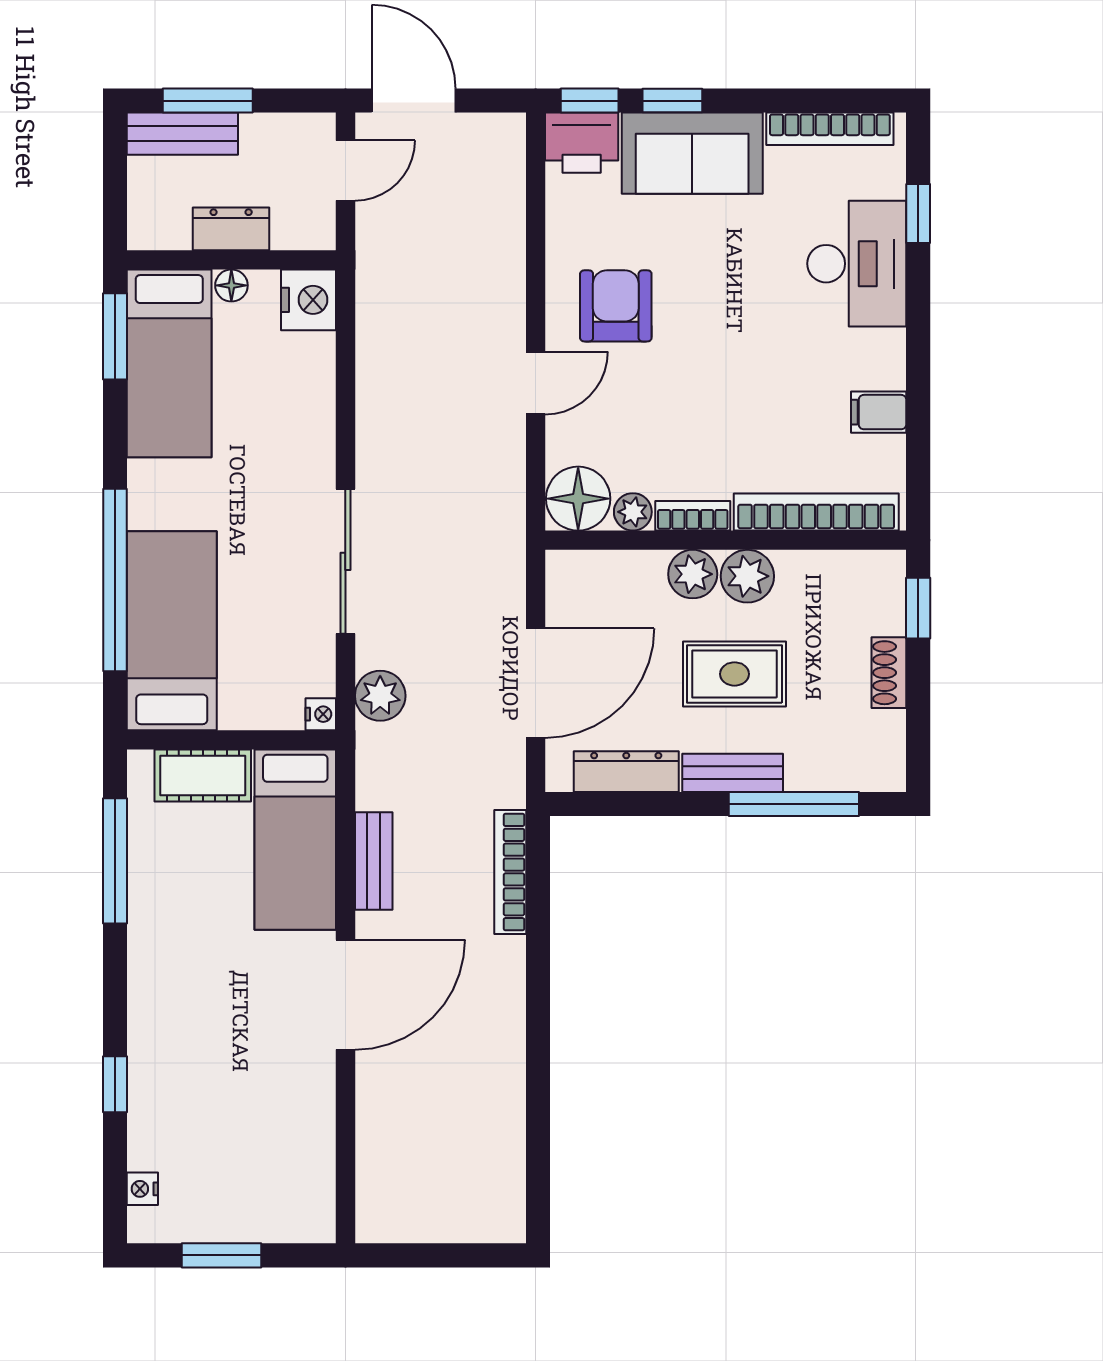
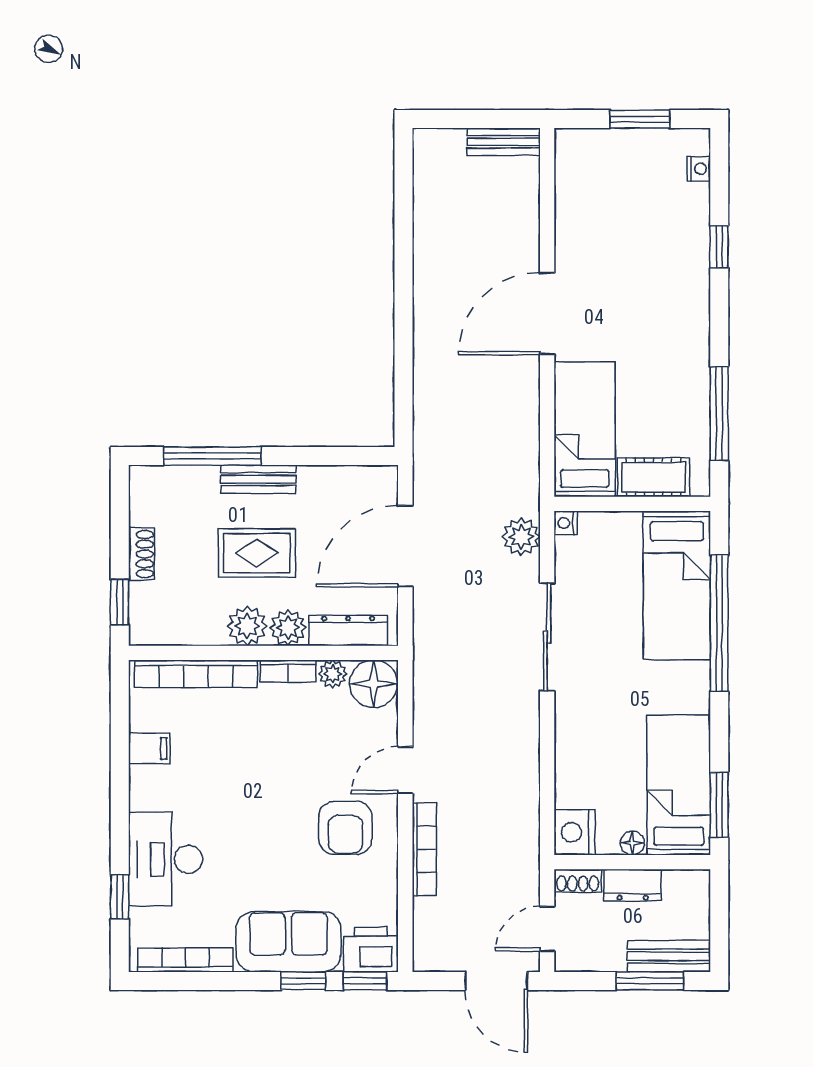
shoe rack: (304, 235) -> (578, 881), added
dresser: (626, 772) -> (348, 630), moved, turned 180
bench: (374, 861) -> (504, 142), moved, turned 90
bookcase: (510, 872) -> (424, 849), moved

